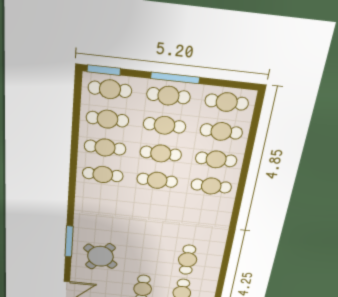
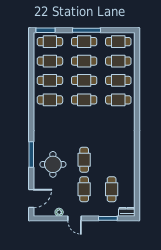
round table: (100, 256) -> (53, 164), turned -36
cafe table: (188, 260) -> (84, 160), moved

